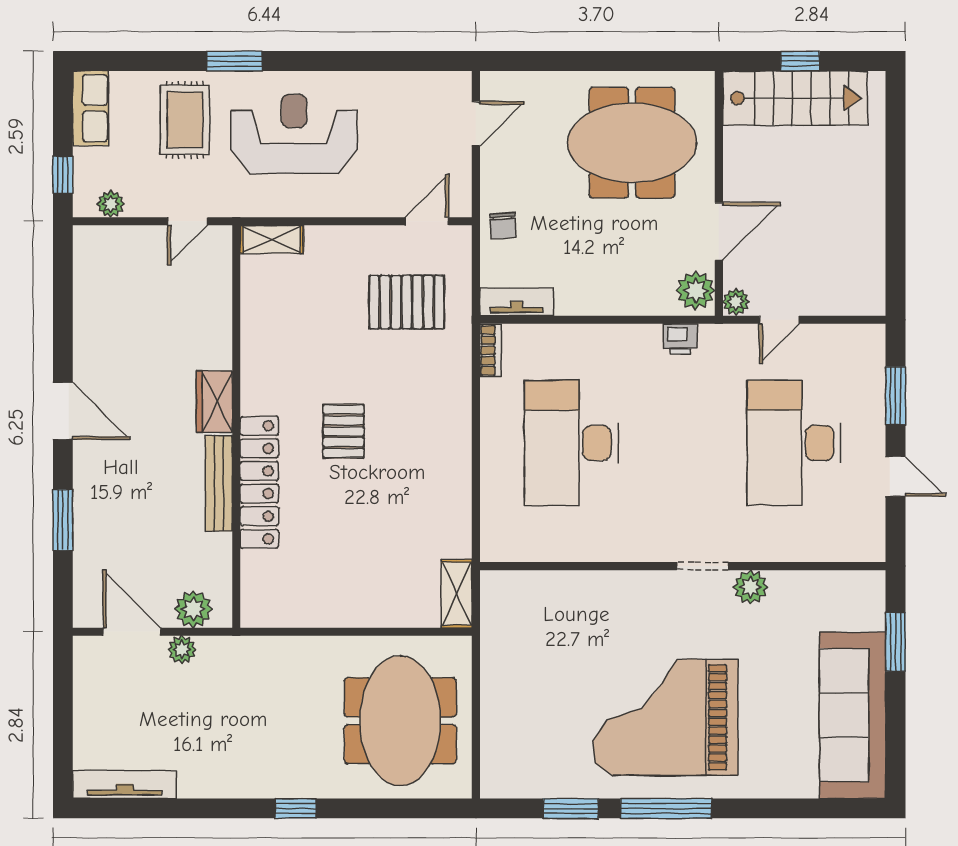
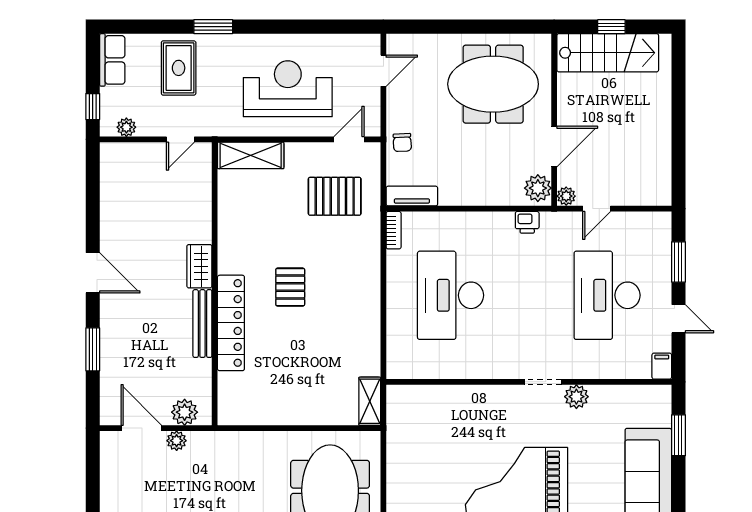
reception desk: (294, 134) -> (288, 89), moved
shelving: (272, 239) -> (251, 155), width x1.50, depth x1.33
filing cabinet: (872, 544) -> (662, 366), added

